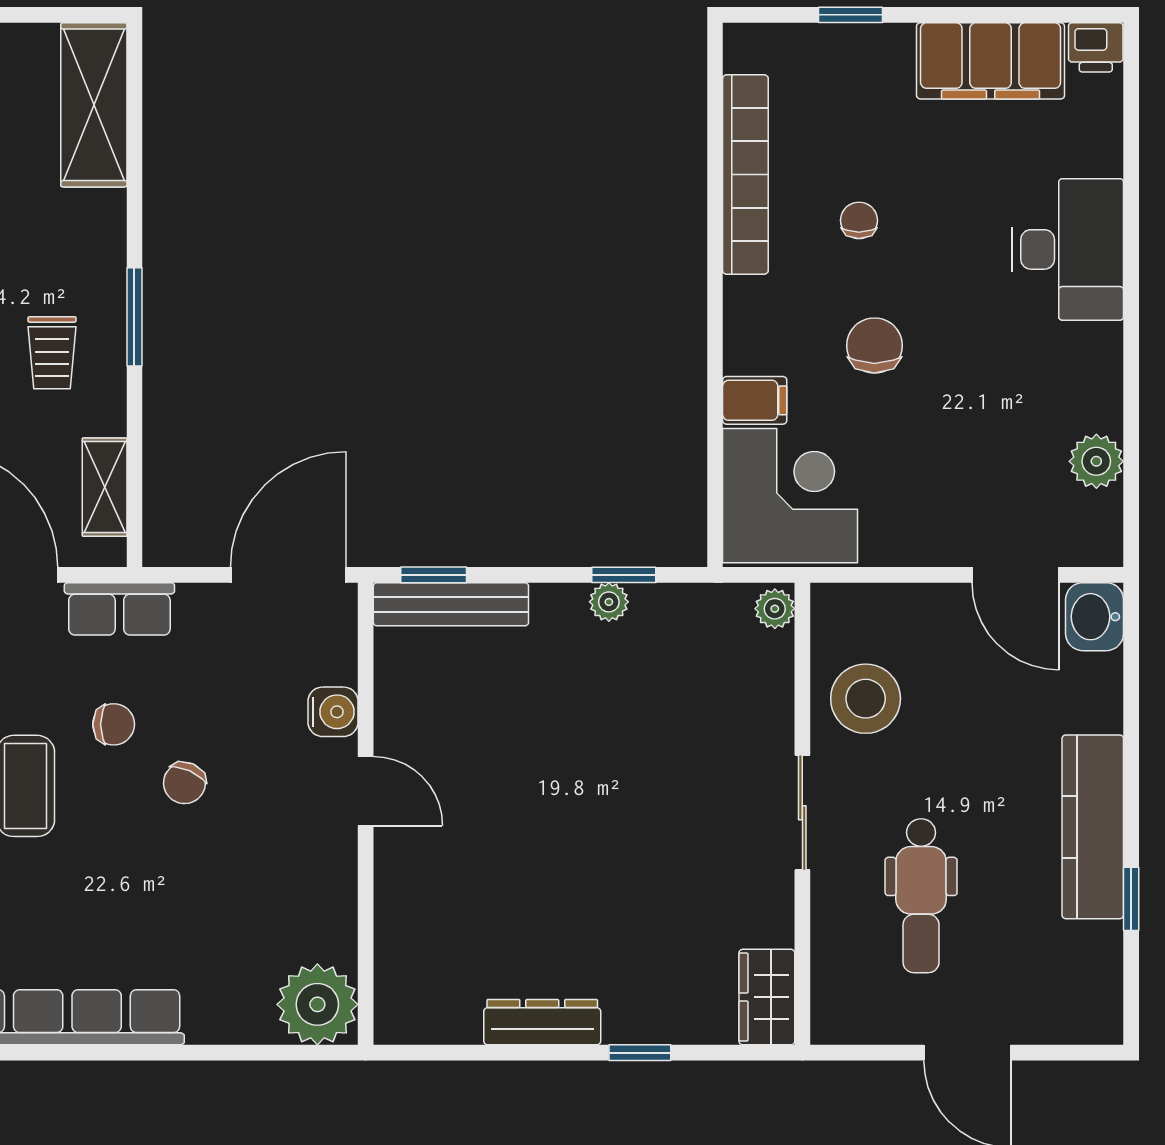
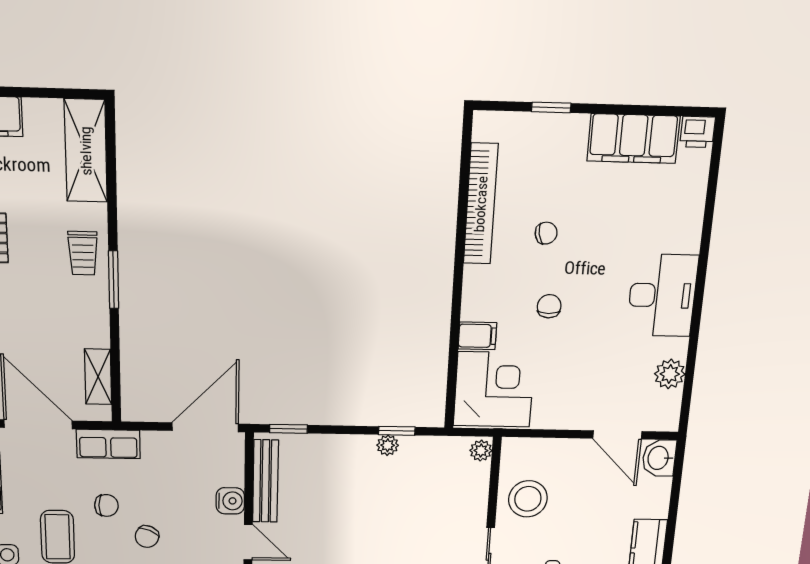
chair: (859, 220) -> (546, 233), turned 79
desk: (1068, 249) -> (662, 295), moved
chair: (874, 346) -> (549, 306), width x0.73, depth x0.73
trolley: (52, 353) -> (83, 253), moved
bench: (451, 604) -> (266, 481), moved, turned 90

